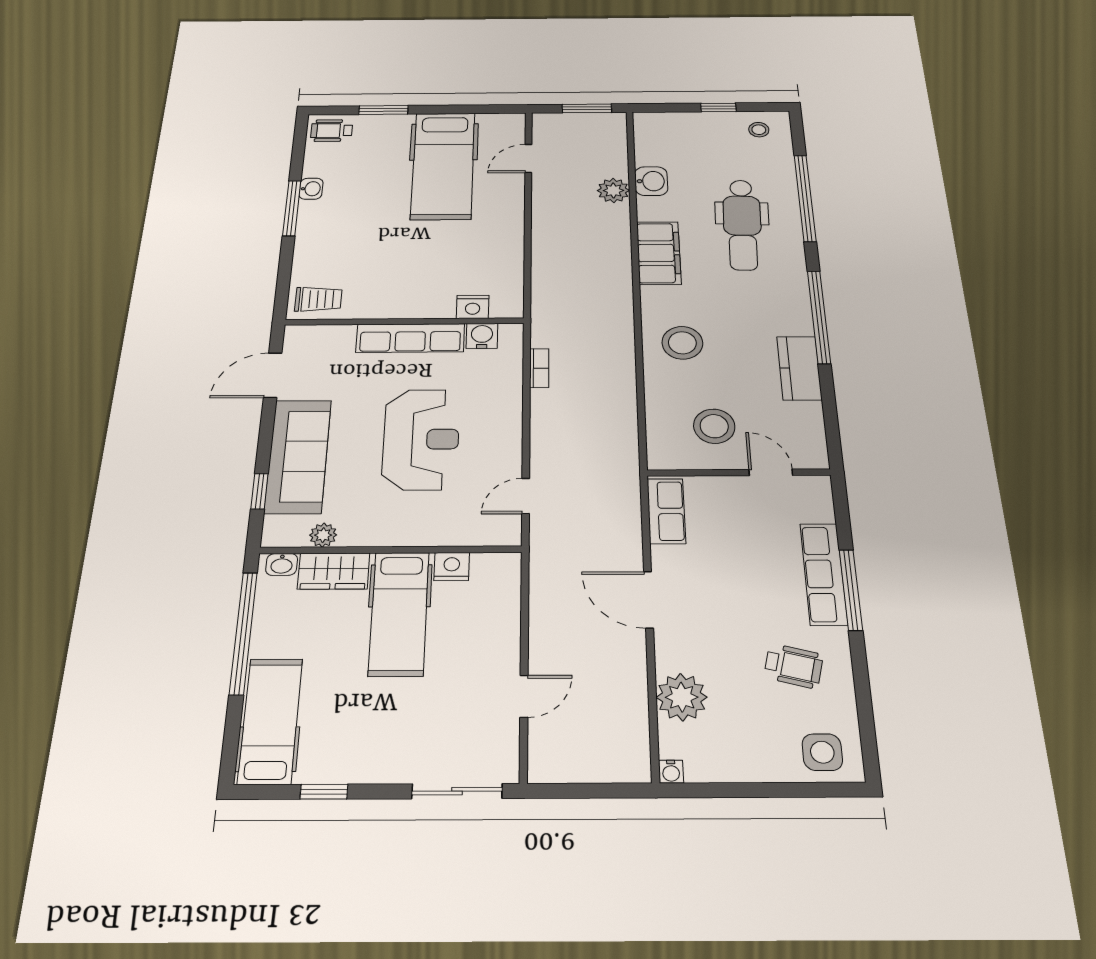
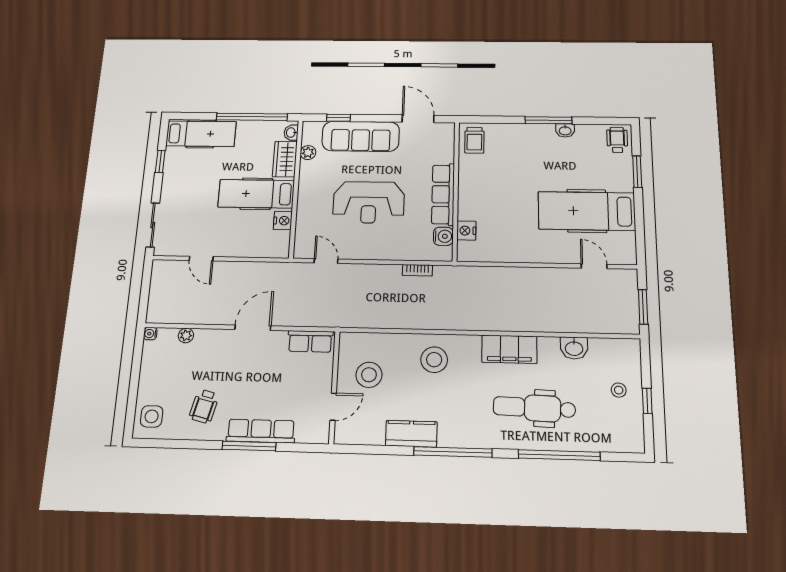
stool: (759, 130) -> (619, 390), moved
plant: (613, 190) -> (565, 322), removed
plant: (682, 697) -> (186, 335), width x0.53, depth x0.53

